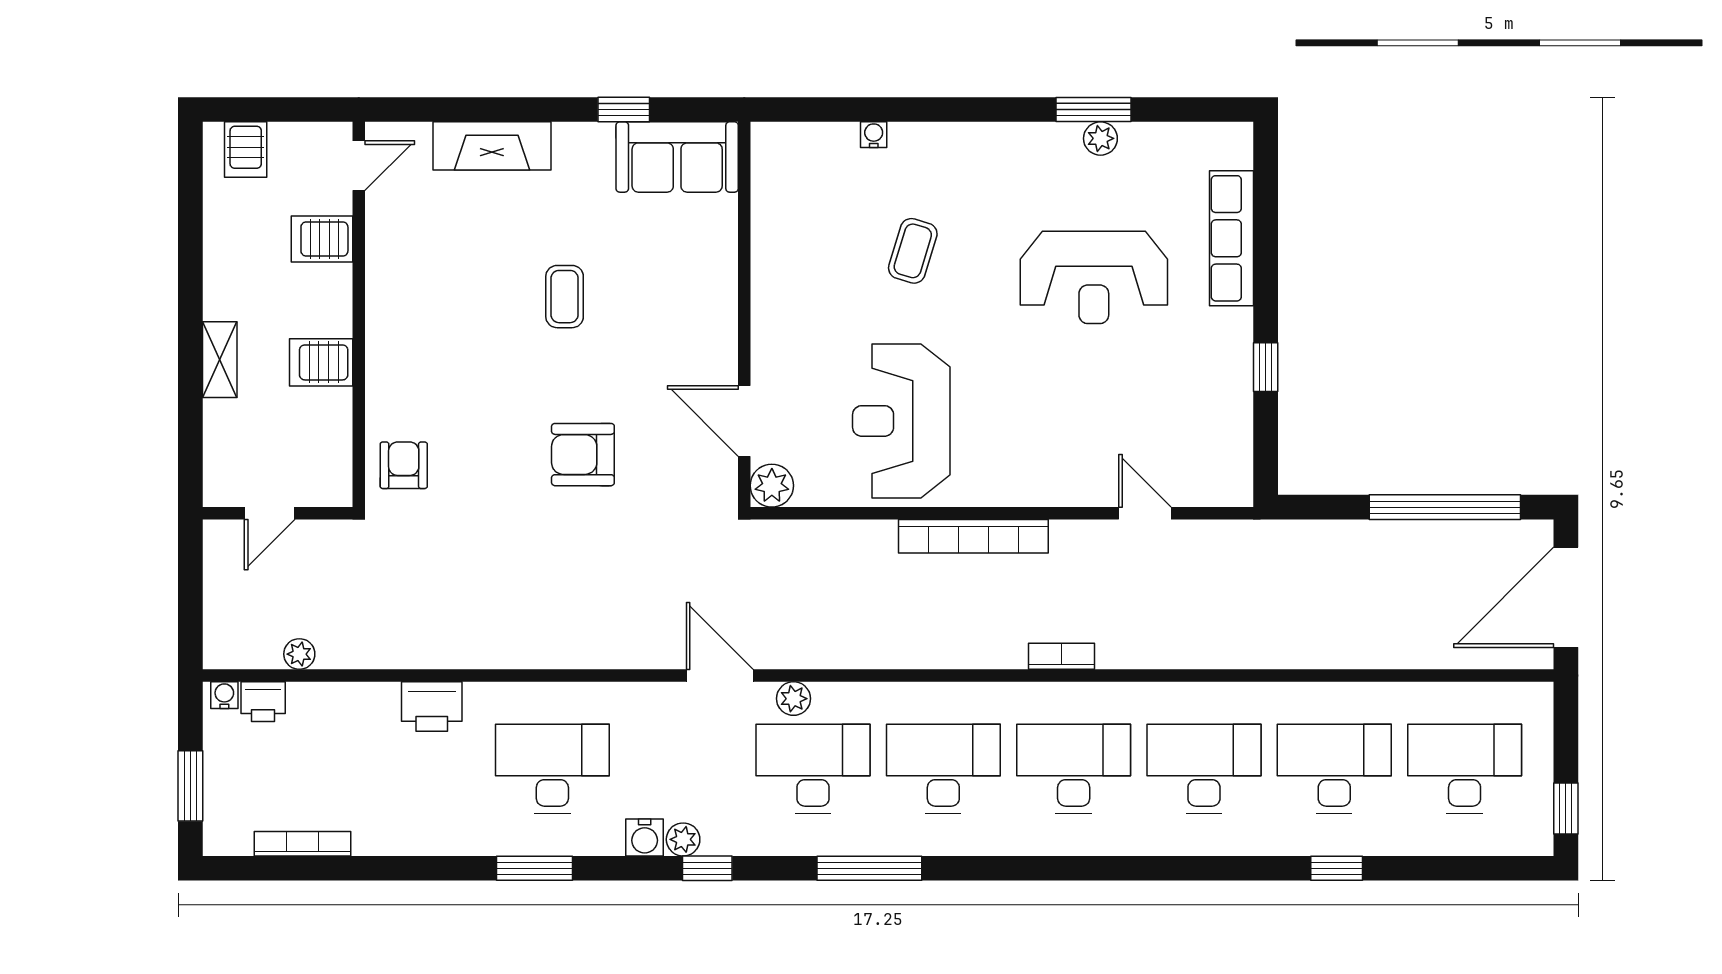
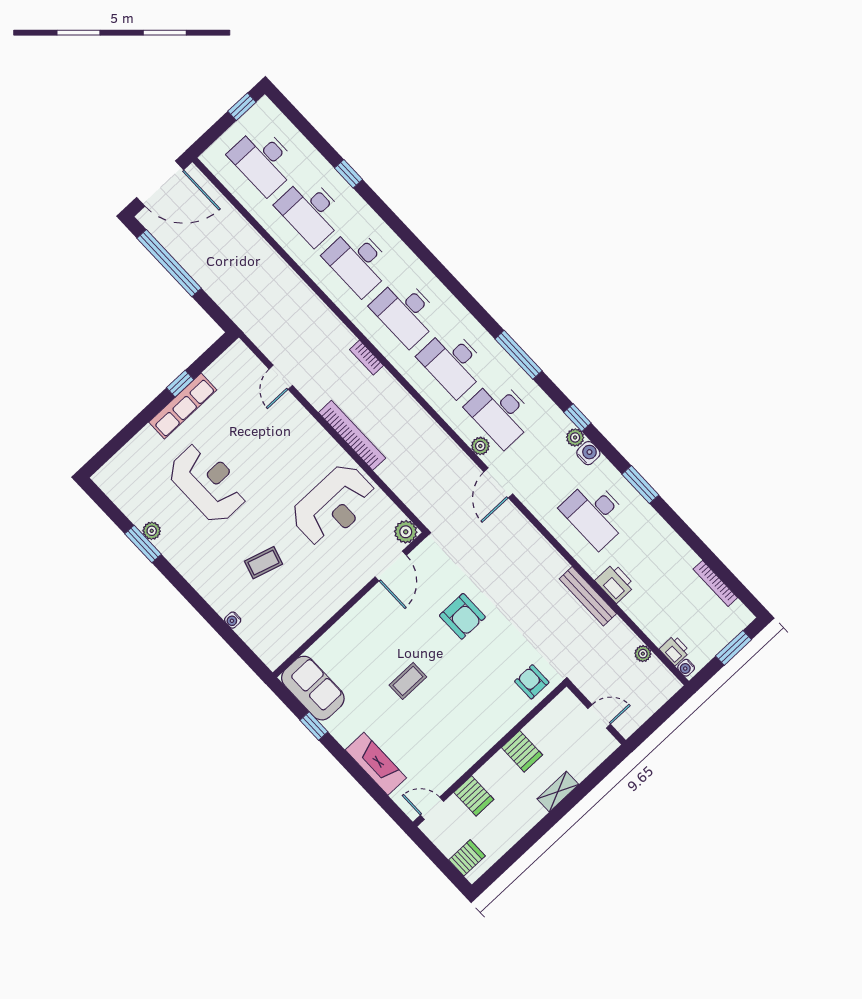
row of seats: (1232, 238) -> (183, 406), moved
armchair: (404, 465) -> (532, 682), turned 90
bench: (449, 652) -> (588, 596), added

